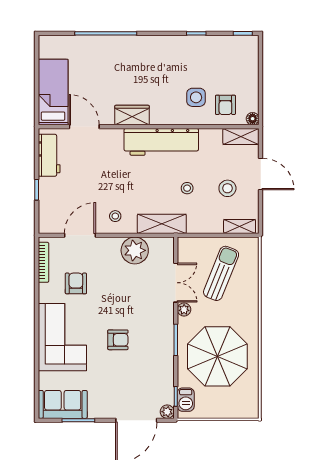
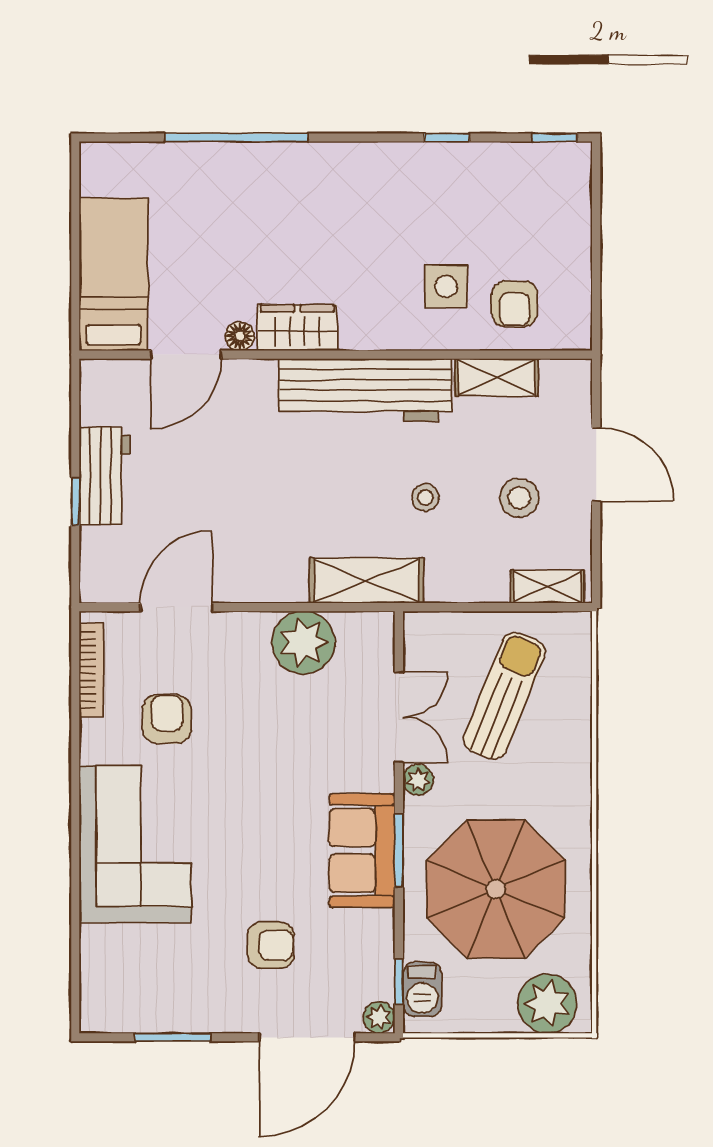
floor lamp: (253, 119) -> (240, 336), moved
door: (84, 127) -> (186, 355), swing flipped
shelving: (241, 136) -> (496, 377), moved
workbench: (49, 155) -> (104, 476), moved
stool: (115, 216) -> (258, 562), removed
armchair: (118, 340) -> (271, 945), moved
sofa: (63, 404) -> (362, 851), moved, turned -90
plant: (240, 406) -> (547, 1004), added

